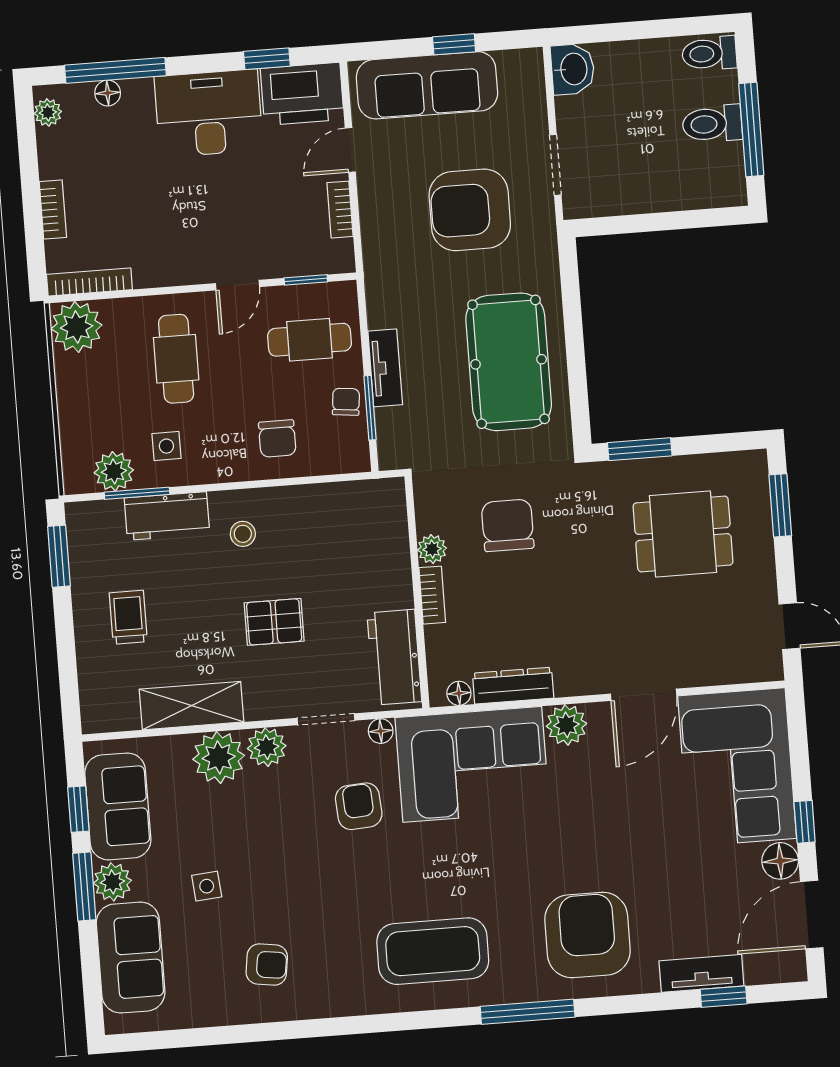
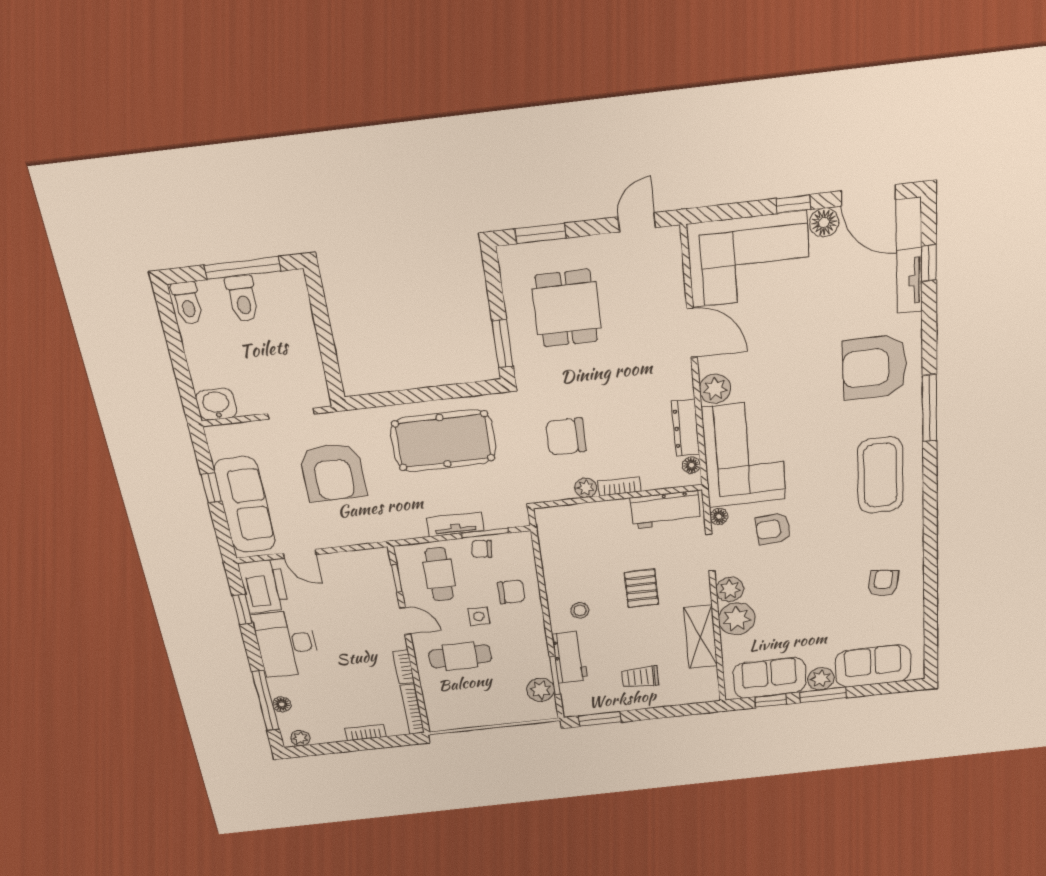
bookcase: (340, 210) -> (404, 667), moved, turned 90
plant: (77, 327) -> (444, 716), removed
side table: (166, 446) -> (479, 616), moved
side table: (207, 886) -> (826, 622), removed

